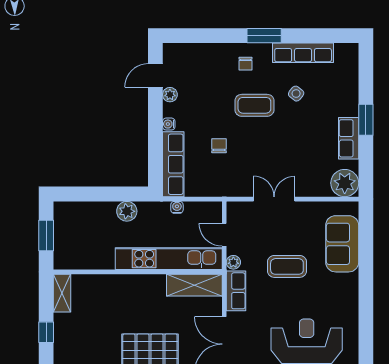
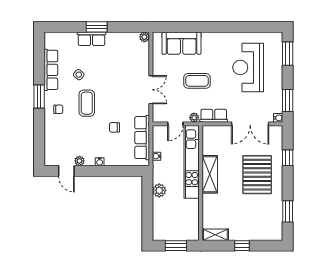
row of seats: (349, 138) -> (91, 39), moved
row of seats: (173, 164) -> (142, 138), moved, turned -90
plant: (345, 183) -> (144, 37), width x0.53, depth x0.53
double door: (274, 199) -> (151, 90), swing flipped
coffee table: (287, 266) -> (197, 81), turned 90
shelving: (194, 285) -> (210, 174), moved

